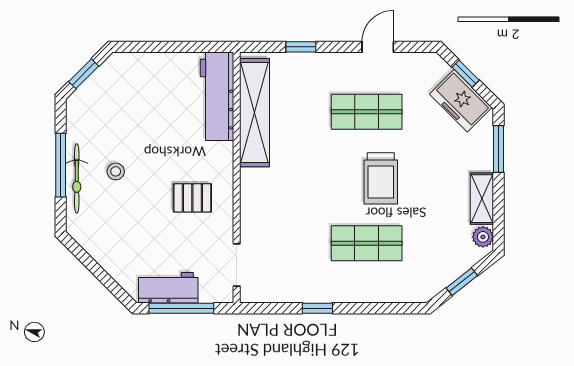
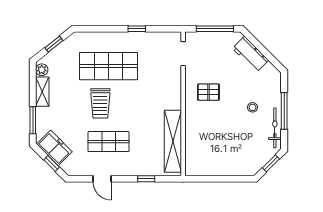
door: (378, 47) -> (102, 179), hinge flipped
workbench: (217, 96) -> (194, 150), removed
bicycle: (77, 178) -> (275, 128), moved
trolley: (381, 178) -> (100, 103), turned 180
shop shelf: (367, 243) -> (109, 66), width x1.43, depth x1.36
workbench: (168, 288) -> (250, 54), moved, turned 45

